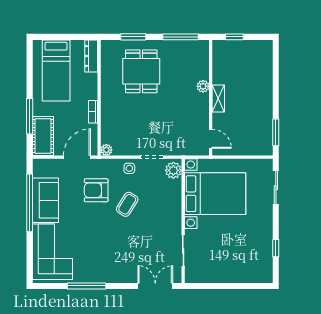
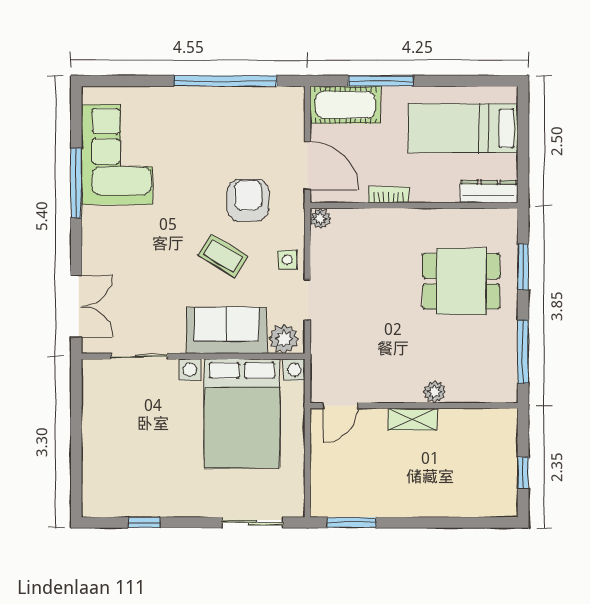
window: (234, 37) -> (523, 473), moved
sofa: (45, 200) -> (227, 330), moved, turned 180
corner sofa: (52, 252) -> (117, 155), moved, turned -90

